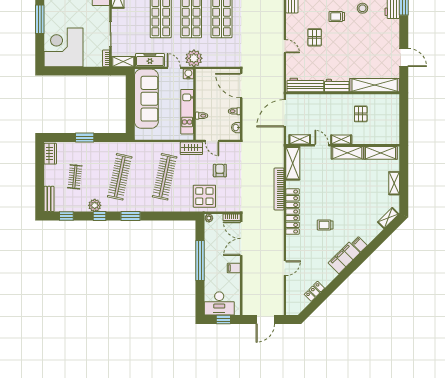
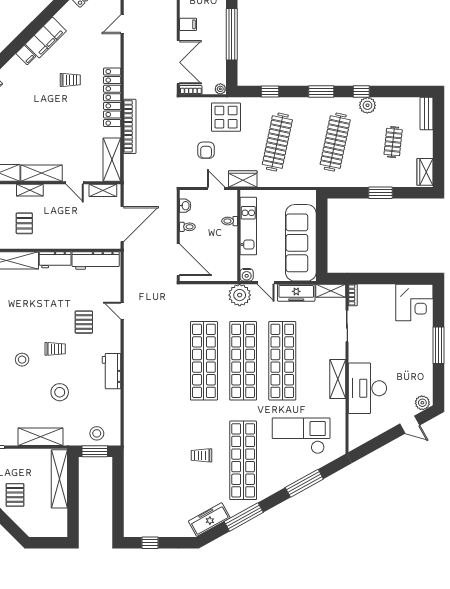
corner desk: (63, 47) -> (414, 302), width x0.74, depth x0.74
shelving: (341, 140) -> (30, 190), moved
window: (66, 216) -> (270, 91), moved

